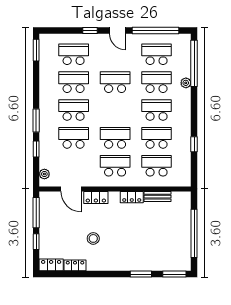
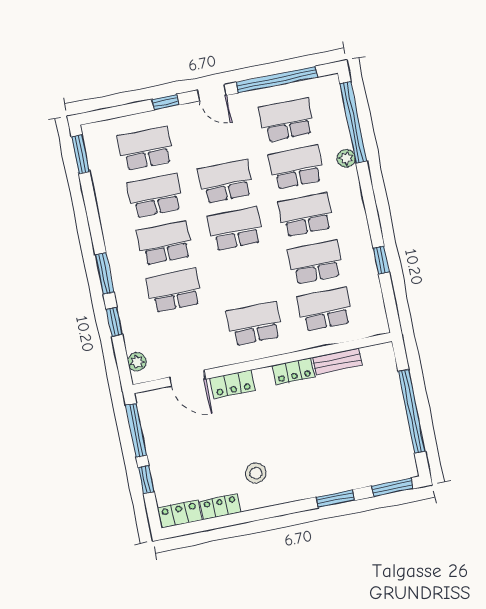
school desk: (115, 138) -> (235, 229), moved
stool: (93, 238) -> (256, 473), moved

